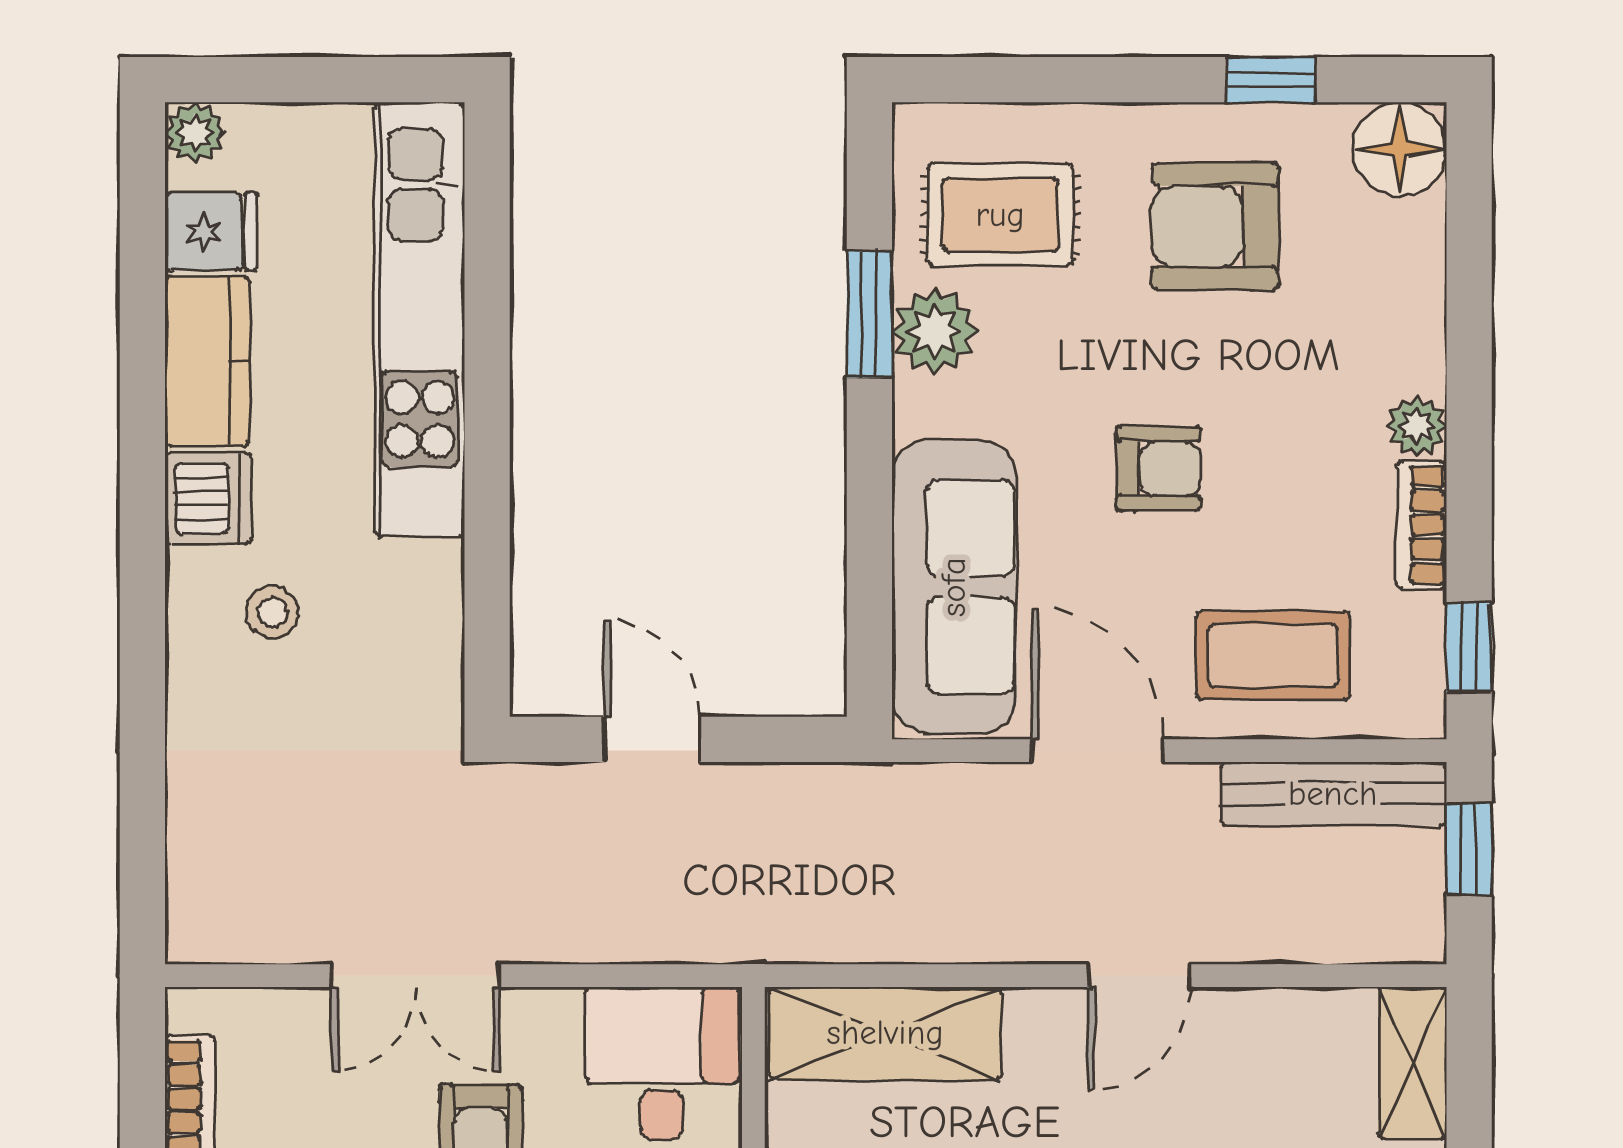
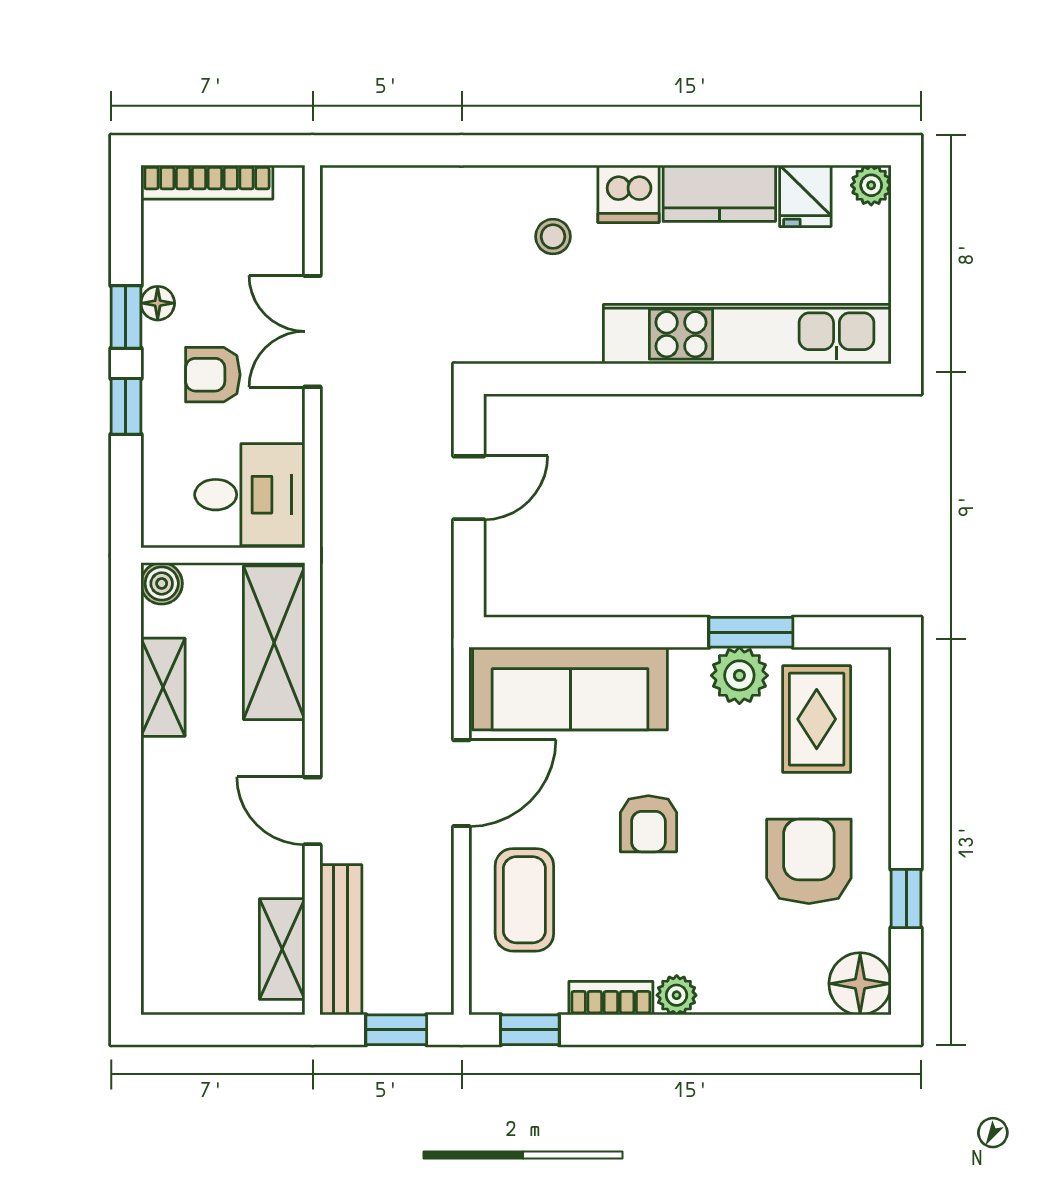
bench: (1333, 794) -> (341, 940), moved
shelving: (1412, 1063) -> (282, 949), moved, turned 90

